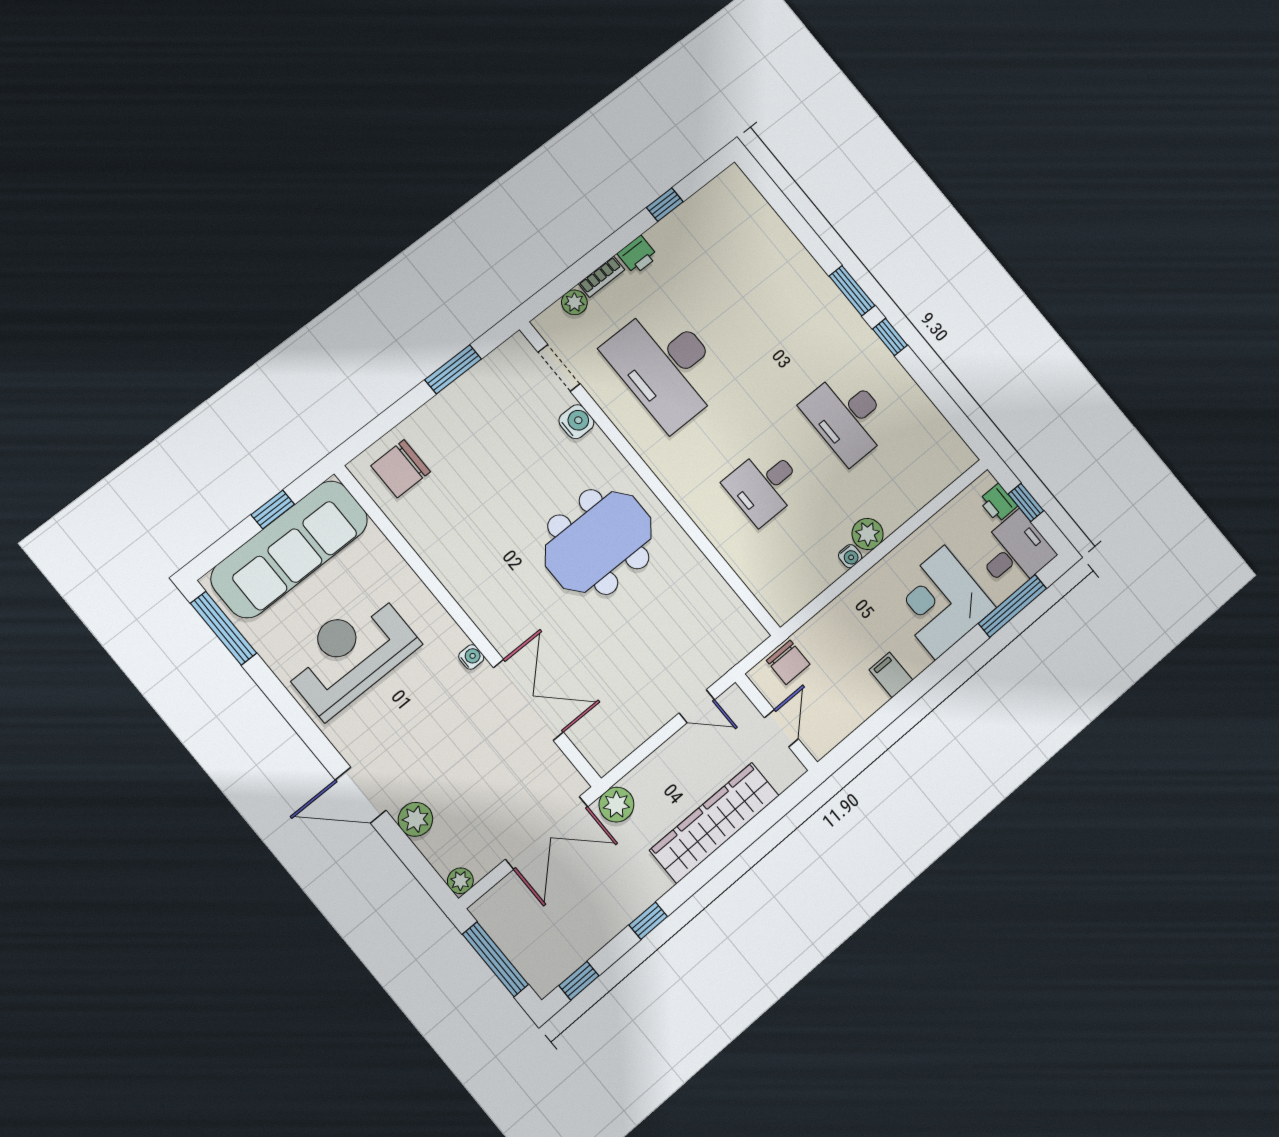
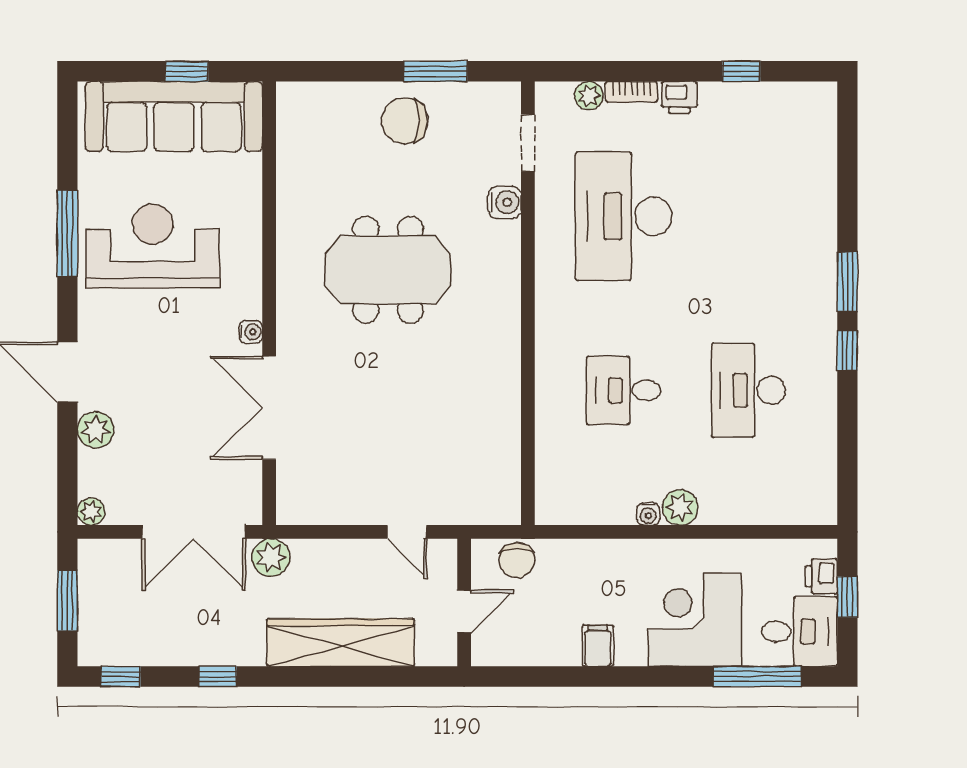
chair: (401, 469) -> (405, 121), moved
meeting table: (598, 542) -> (388, 270), moved
window: (224, 628) -> (67, 233), moved
double door: (528, 700) -> (269, 408), swing flipped
window: (495, 959) -> (67, 601), width x0.69

